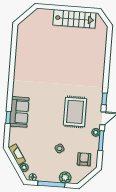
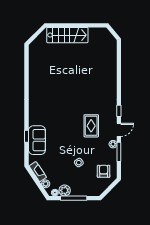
stairs: (74, 19) -> (67, 35), moved
sofa: (19, 112) -> (37, 140), moved
rug: (75, 112) -> (91, 126), width x0.73, depth x0.70
plant: (65, 177) -> (65, 190), moved

